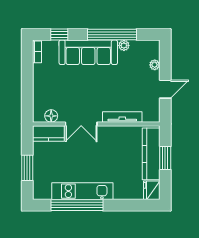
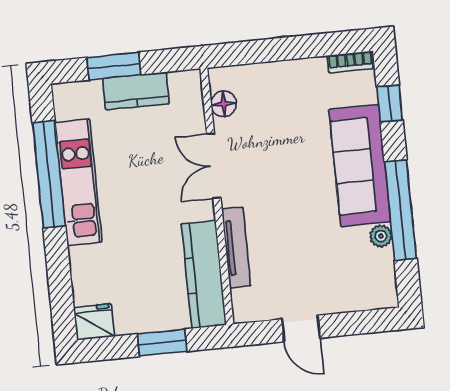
plant: (155, 65) -> (348, 302), removed
kitchen counter: (48, 133) -> (136, 91), moved, turned -90
kitchen counter: (151, 154) -> (204, 274), moved, turned -90

